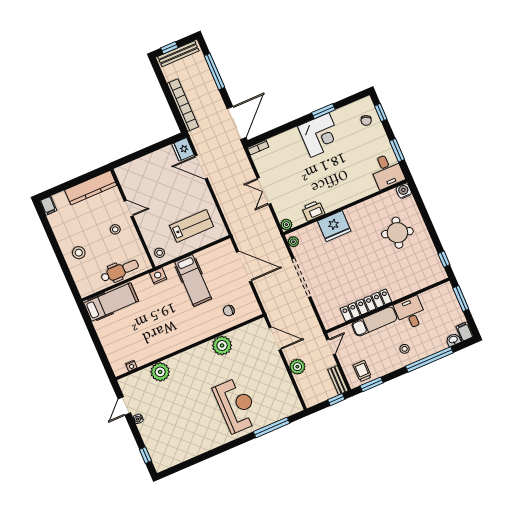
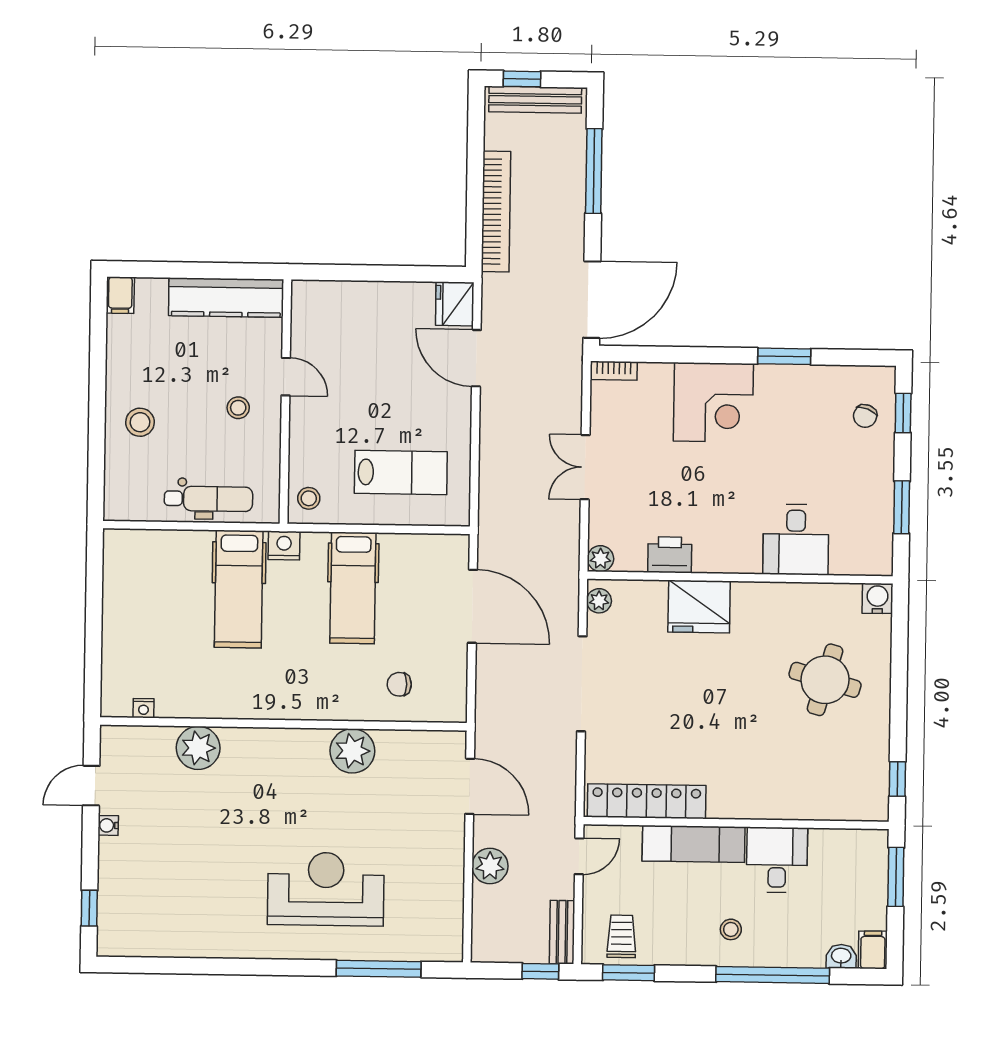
corner desk: (320, 135) -> (713, 402), moved
desk: (387, 171) -> (796, 540), moved
hospital bed: (111, 302) -> (239, 589), moved, turned 90
locker: (366, 305) -> (647, 801), moved
reception desk: (236, 405) -> (326, 889), turned -90

